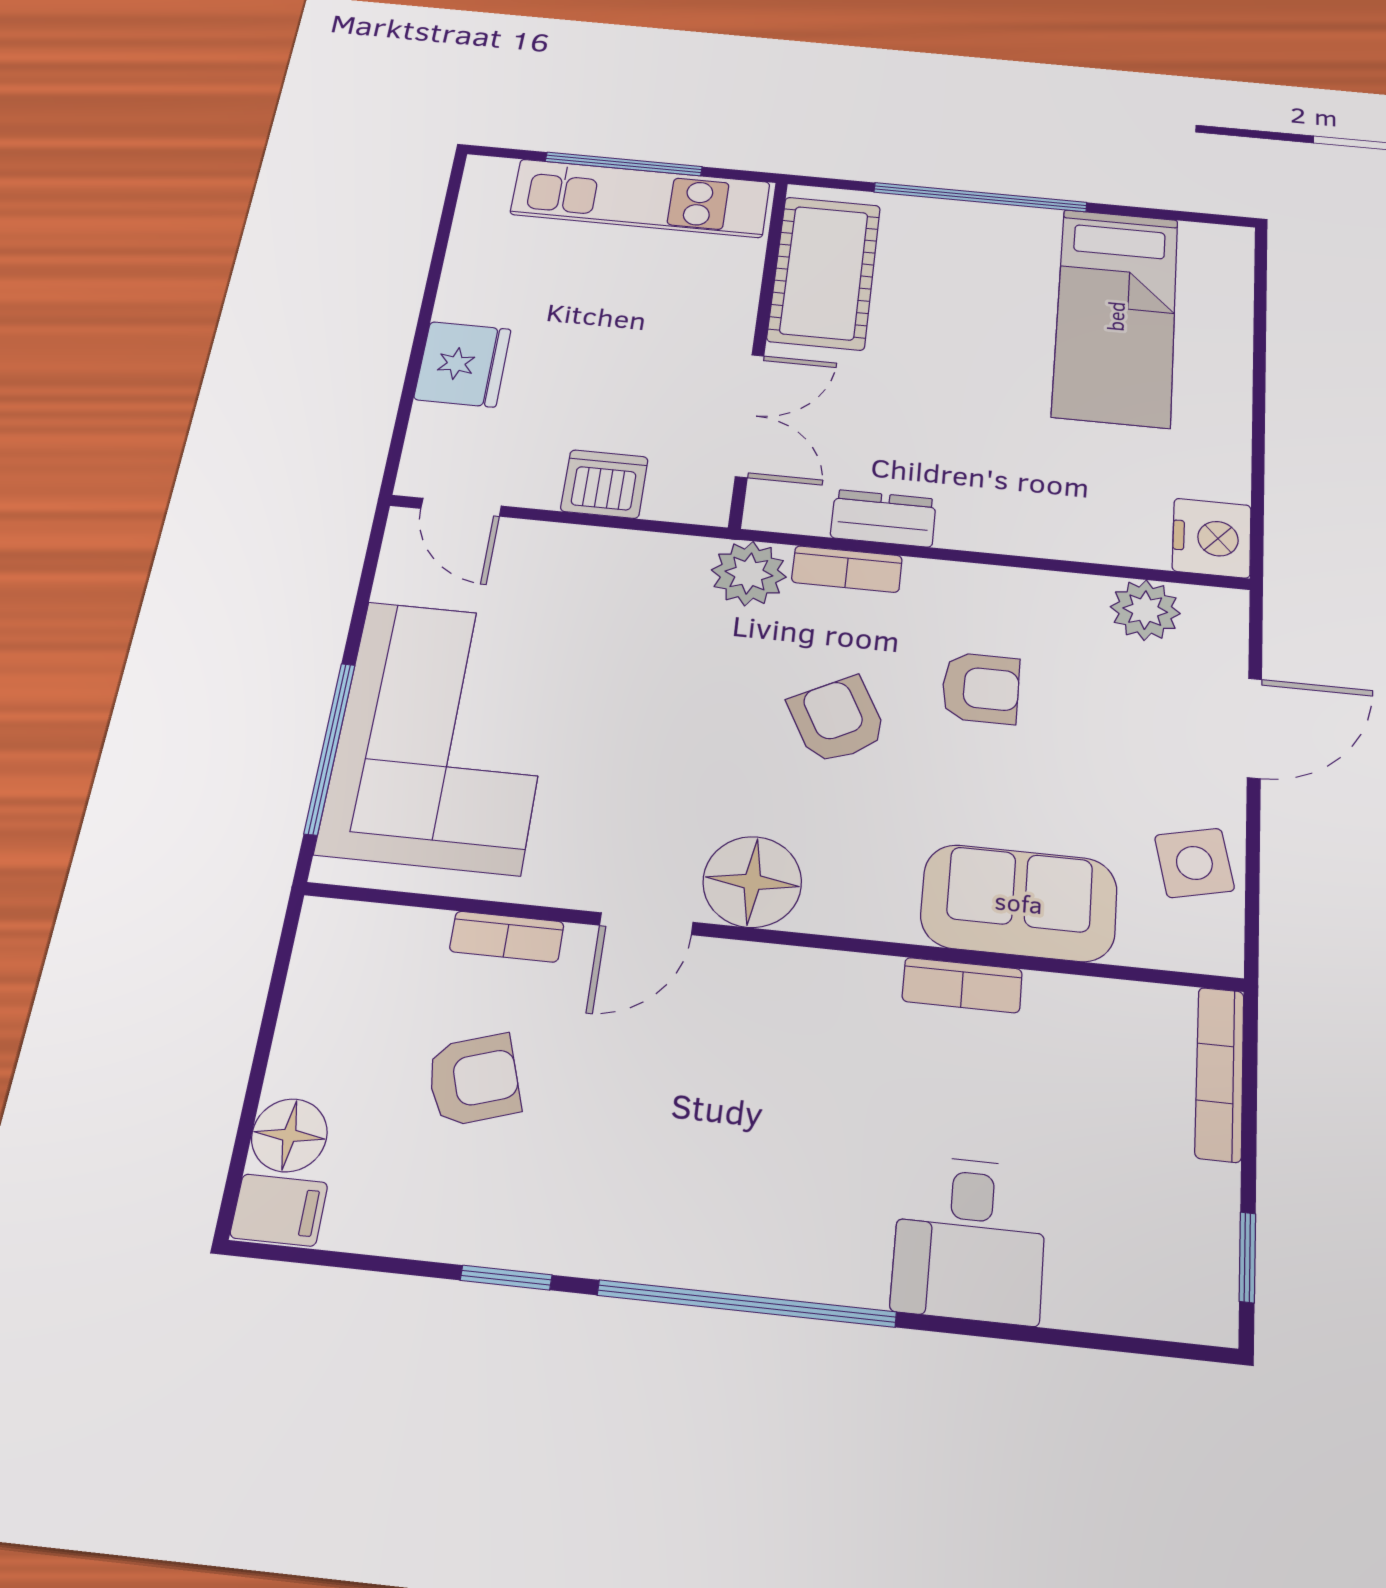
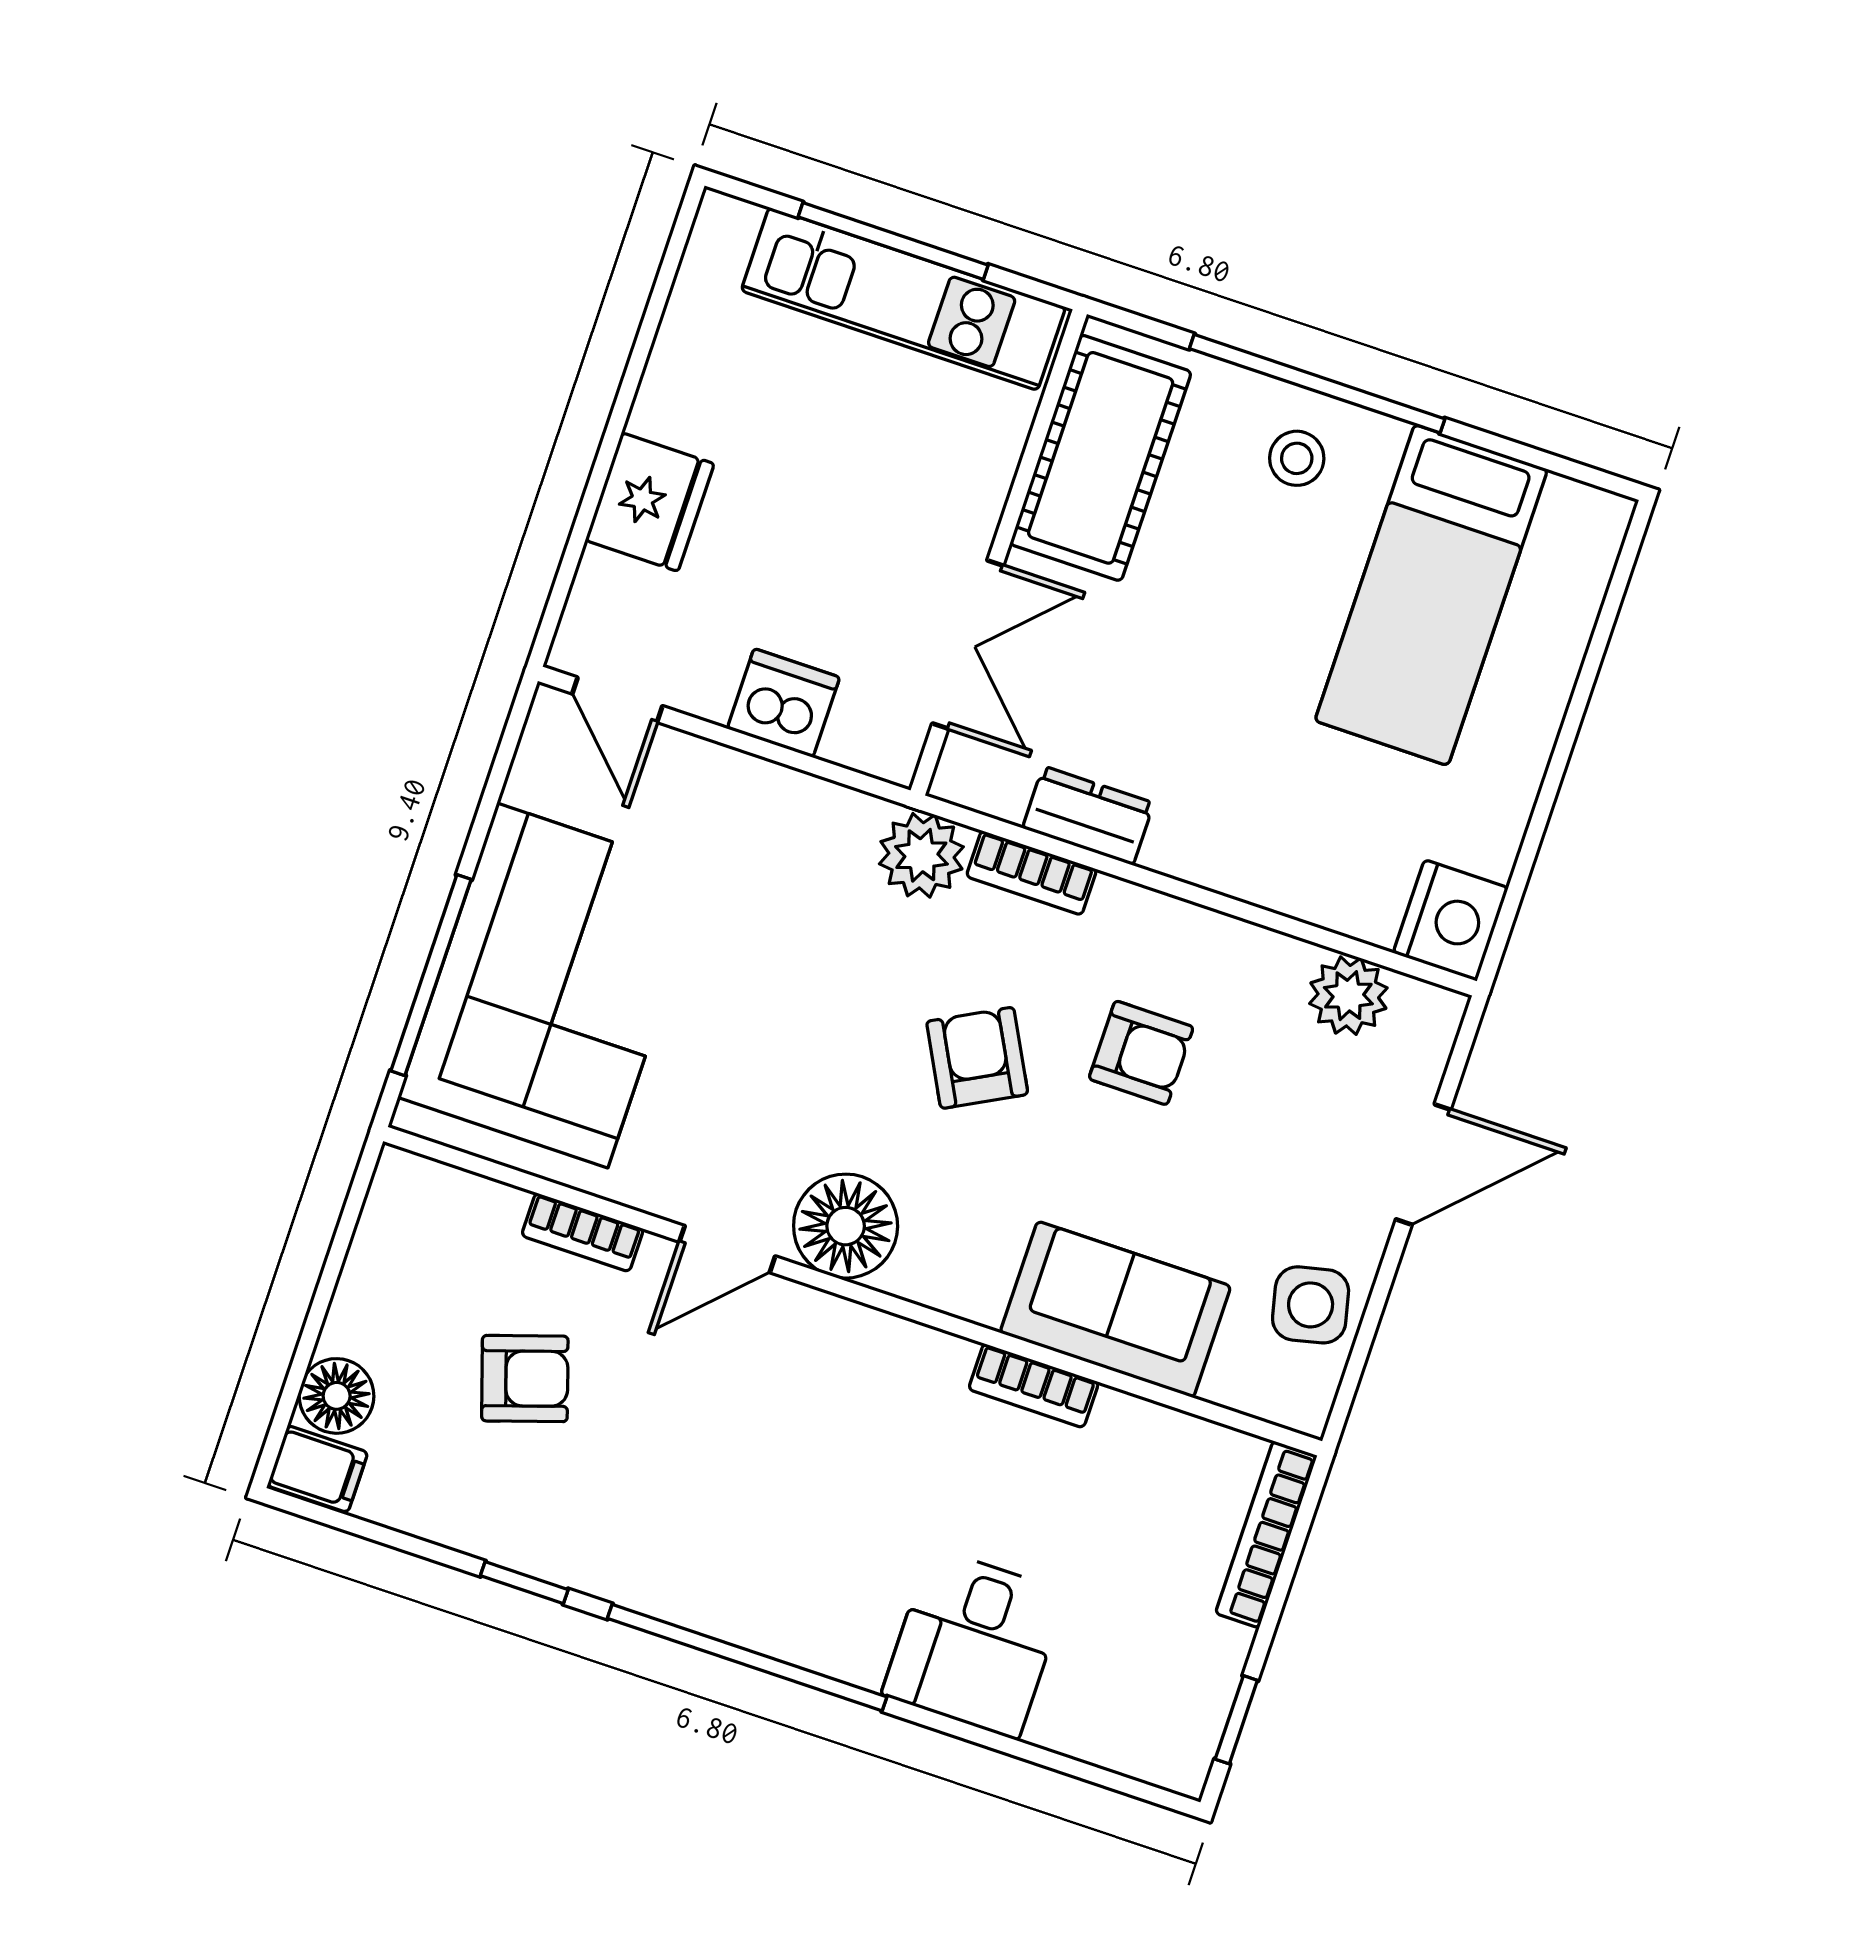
stool: (980, 247) -> (1297, 458), added

